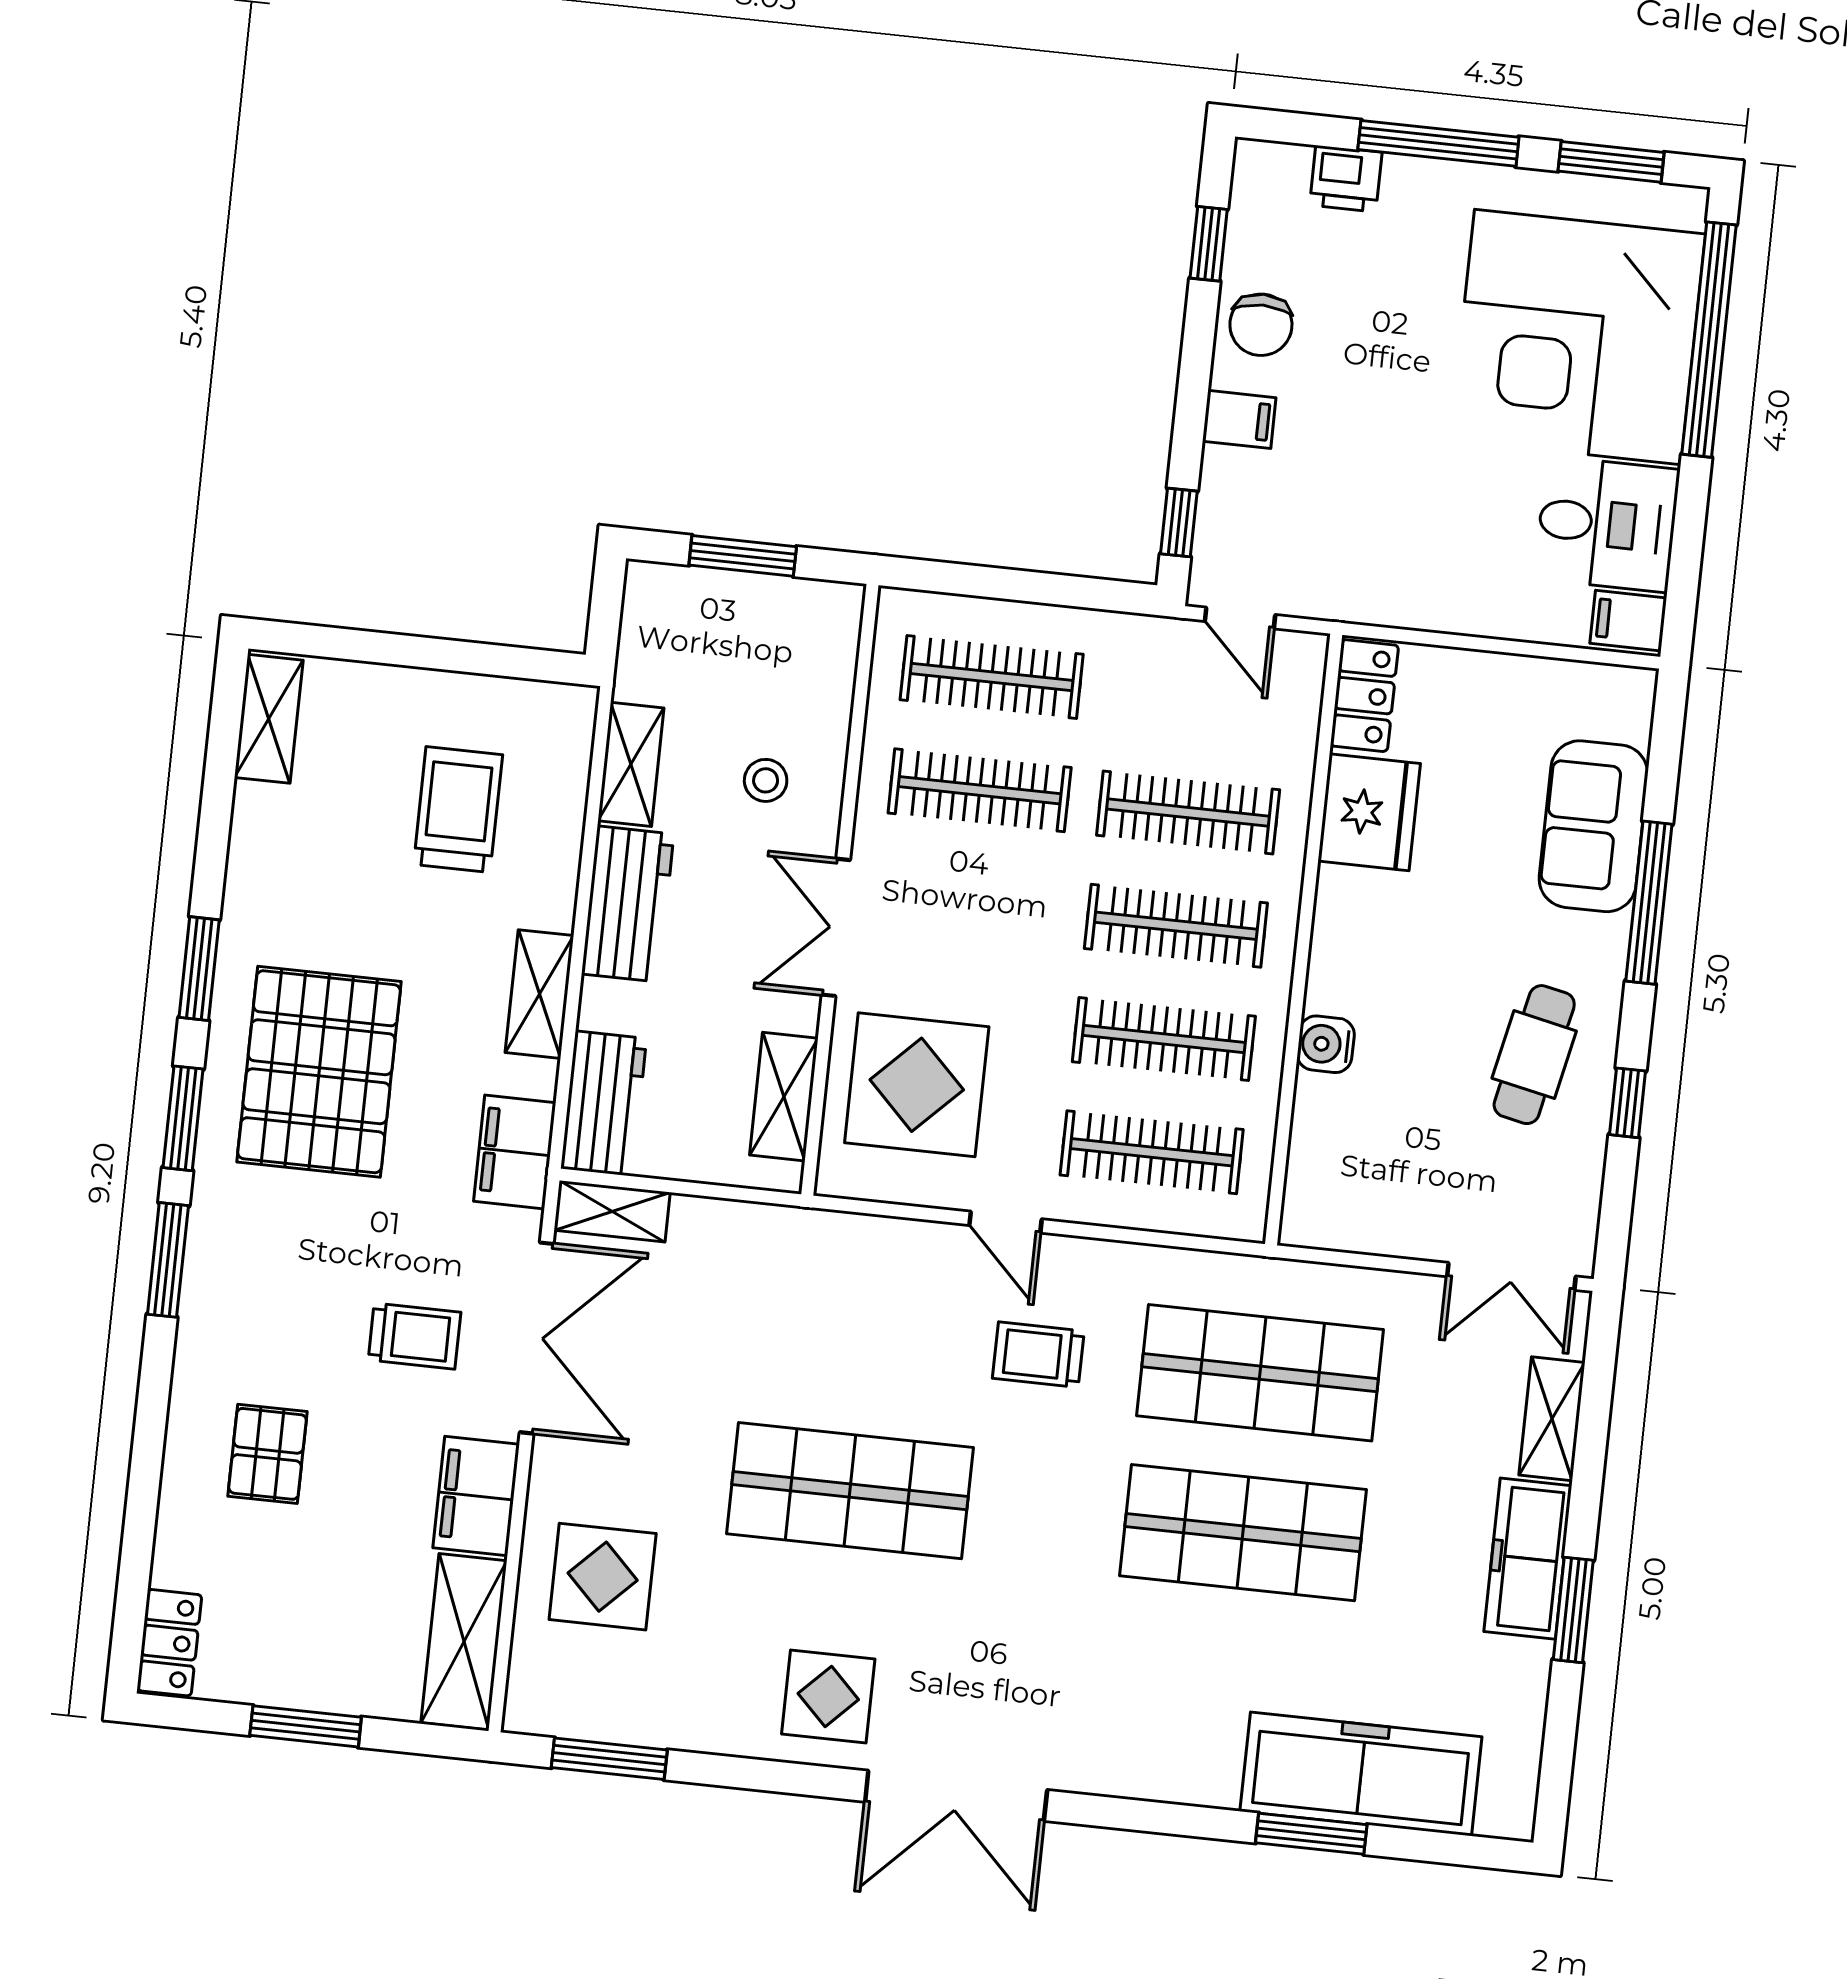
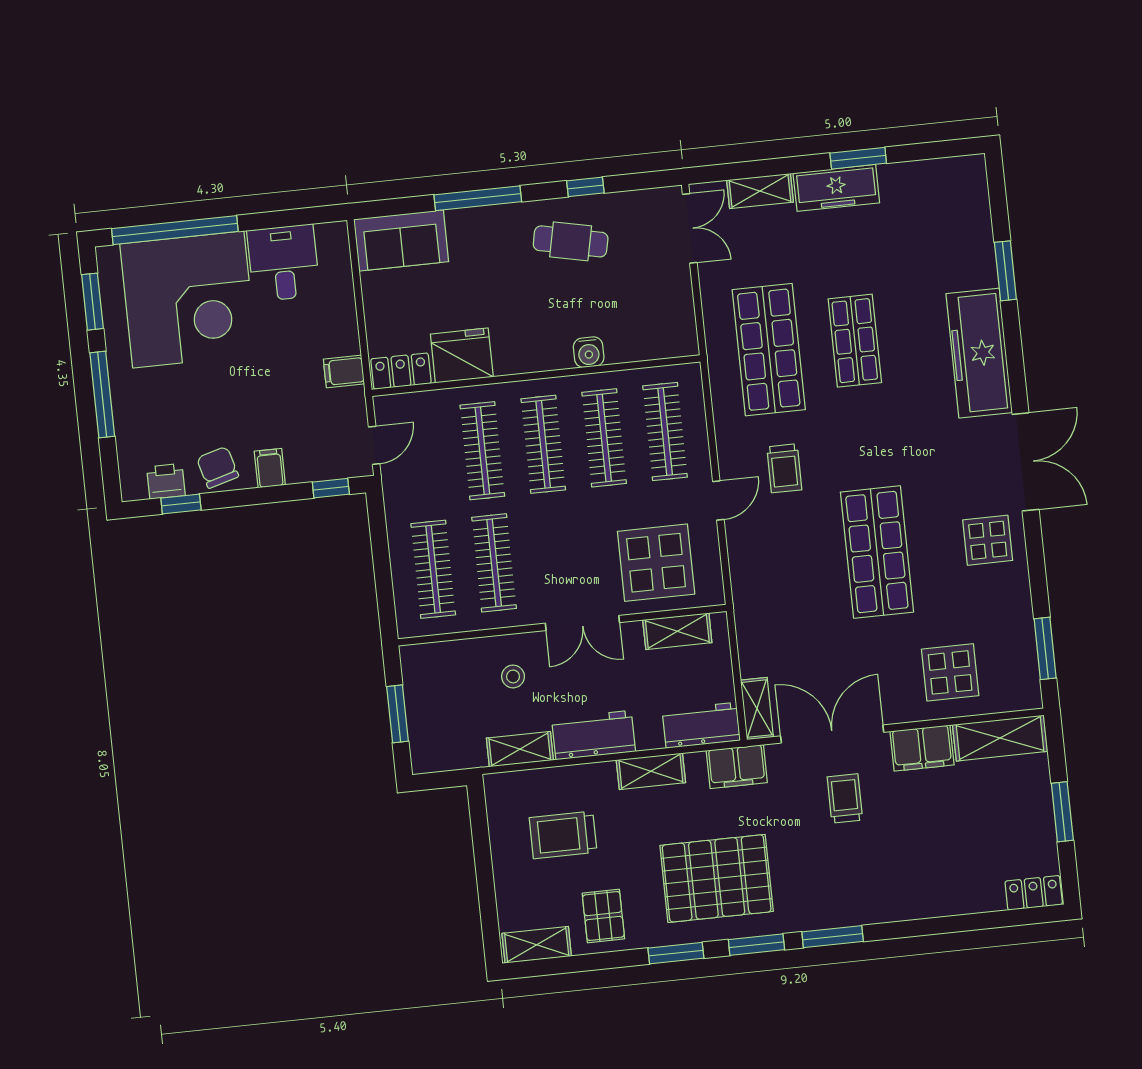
printer: (1346, 179) -> (166, 481), moved, turned -90
chair: (1261, 325) -> (218, 467), turned -106
filing cabinet: (1628, 621) -> (344, 371), moved, turned 90
sofa: (1593, 826) -> (401, 240), moved
pallet: (268, 1454) -> (603, 916), moved, turned 90
shop shelf: (1243, 1533) -> (855, 341), width x0.70, depth x0.74
freezer: (1361, 1774) -> (979, 353), moved

